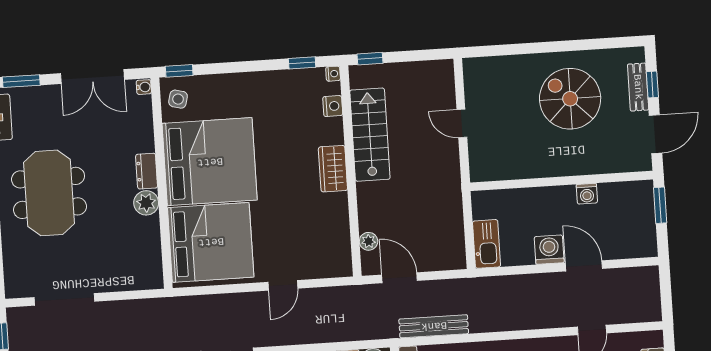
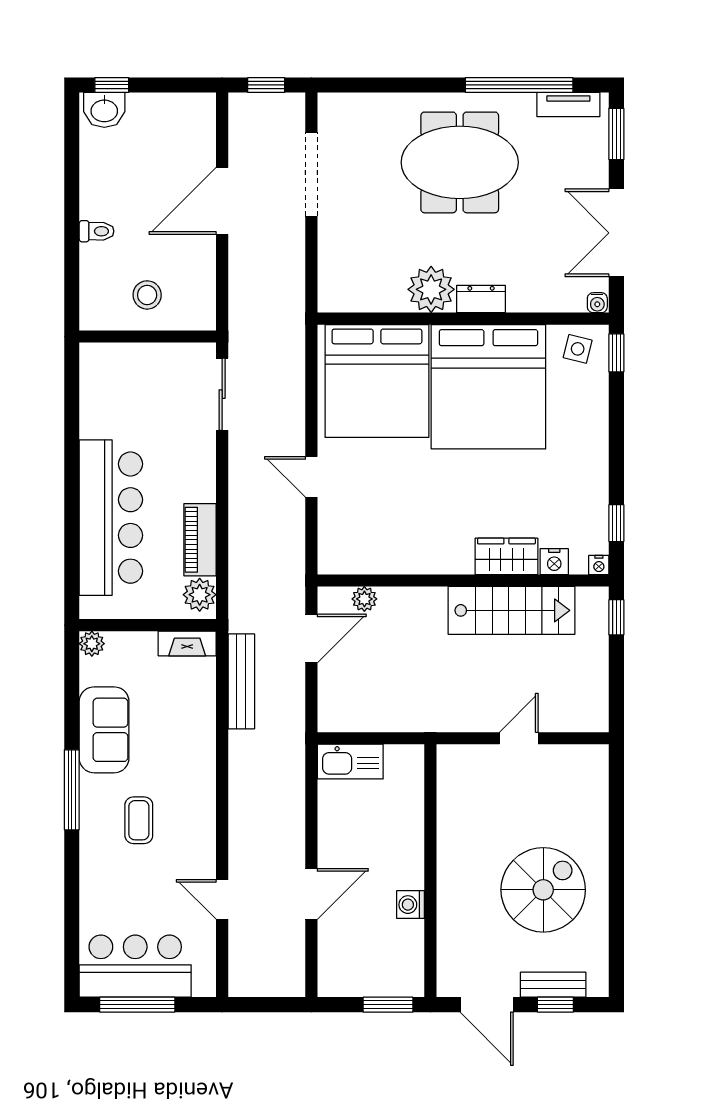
wardrobe: (333, 169) -> (506, 556), moved
plant: (146, 203) -> (431, 289), width x1.36, depth x1.36
washing machine: (549, 250) -> (337, 848), removed

